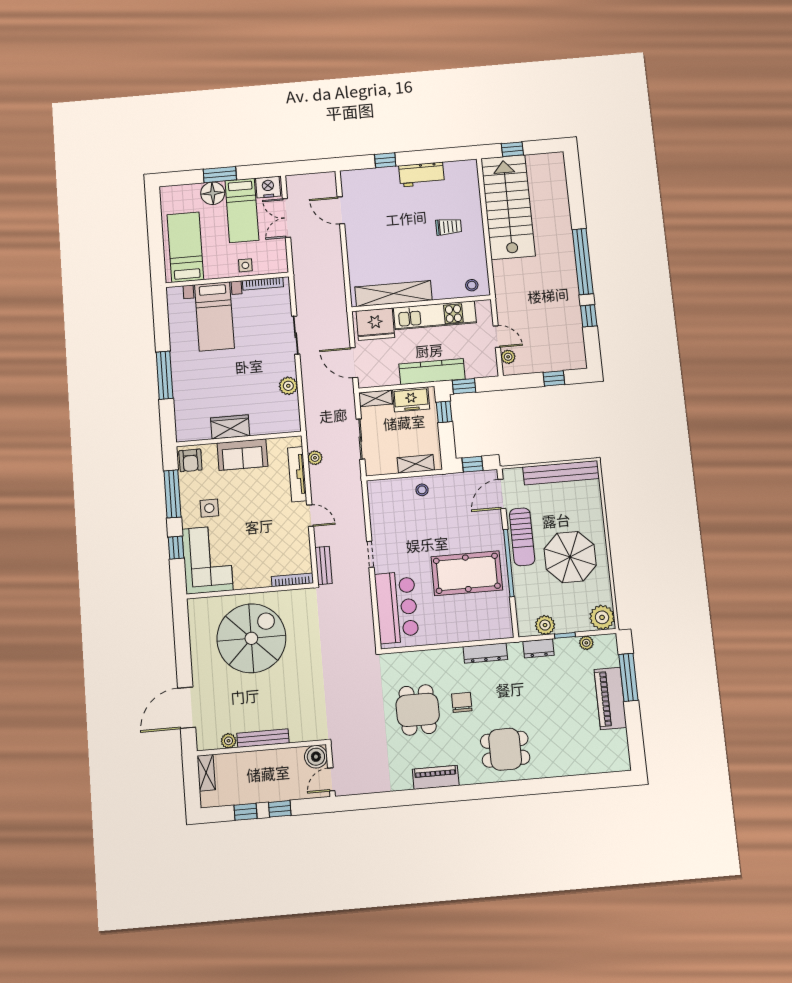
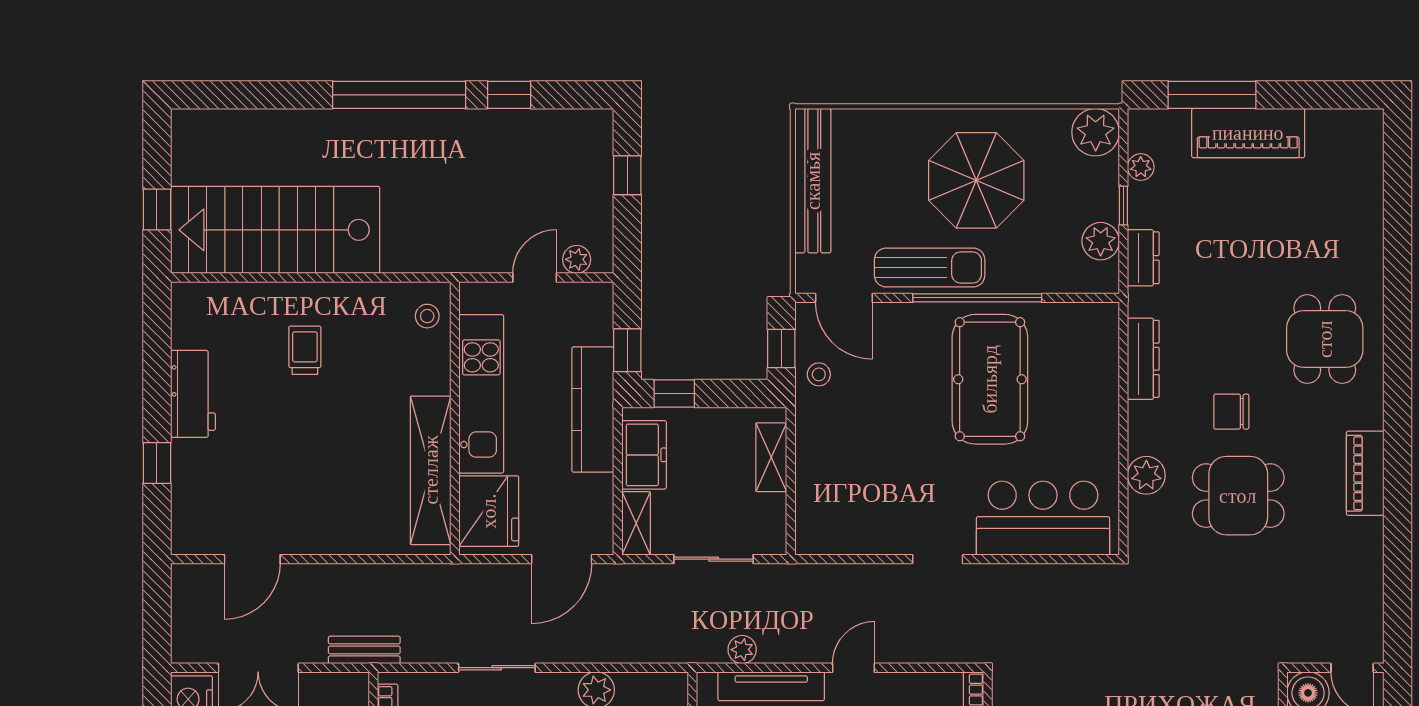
stool: (422, 490) -> (819, 374), moved
bench: (324, 565) -> (364, 650), moved
plant: (424, 660) -> (1146, 475), added

